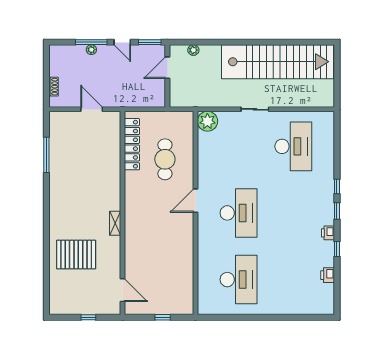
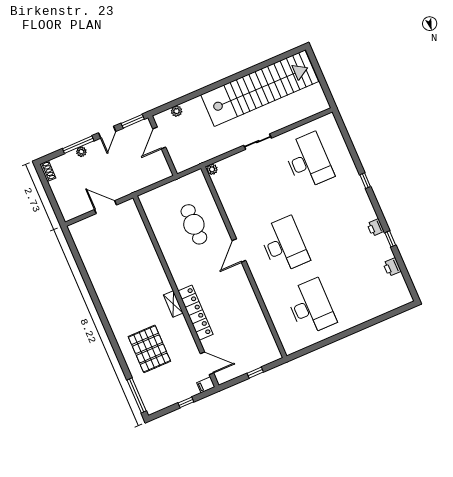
door: (122, 42) -> (107, 132), hinge flipped
shoe rack: (54, 87) -> (48, 171), moved
plant: (207, 121) -> (212, 169), width x0.53, depth x0.53
locker: (132, 144) -> (195, 313), moved
window: (46, 155) -> (137, 395), moved
window: (337, 211) -> (375, 203), removed
pallet: (76, 255) -> (149, 349), turned 90
filing cabinet: (113, 309) -> (206, 385), added

